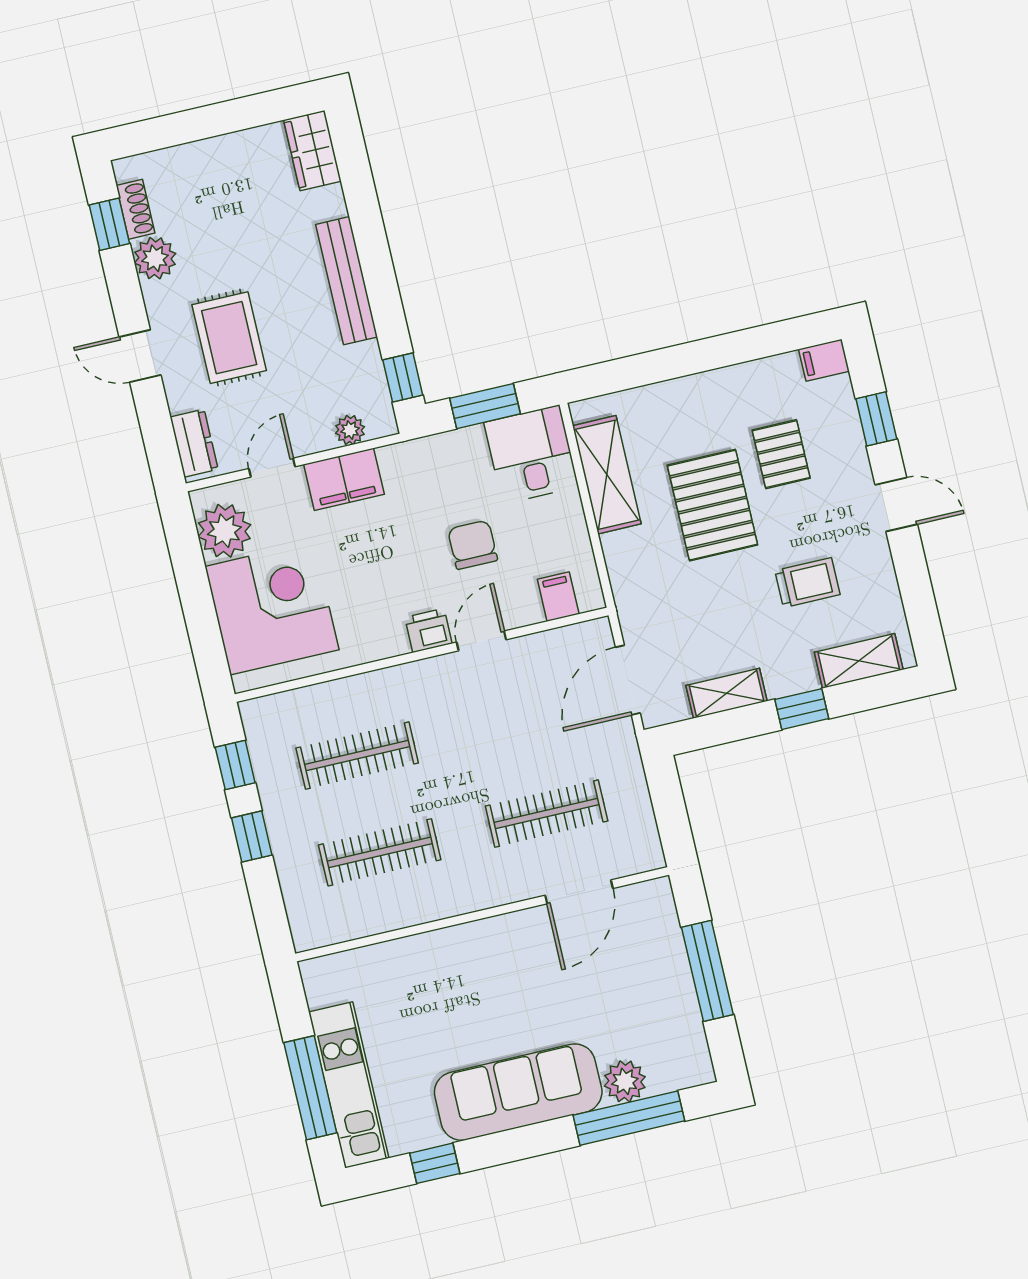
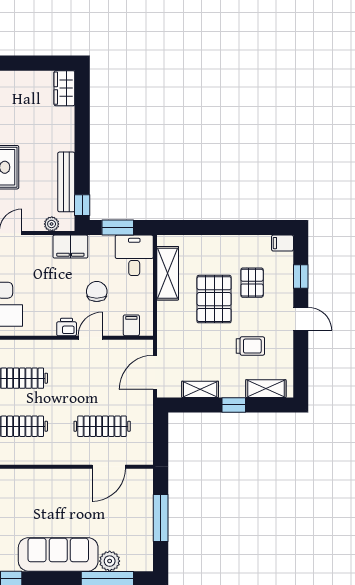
bench: (347, 281) -> (66, 182), moved
filing cabinet: (344, 479) -> (70, 247), moved

